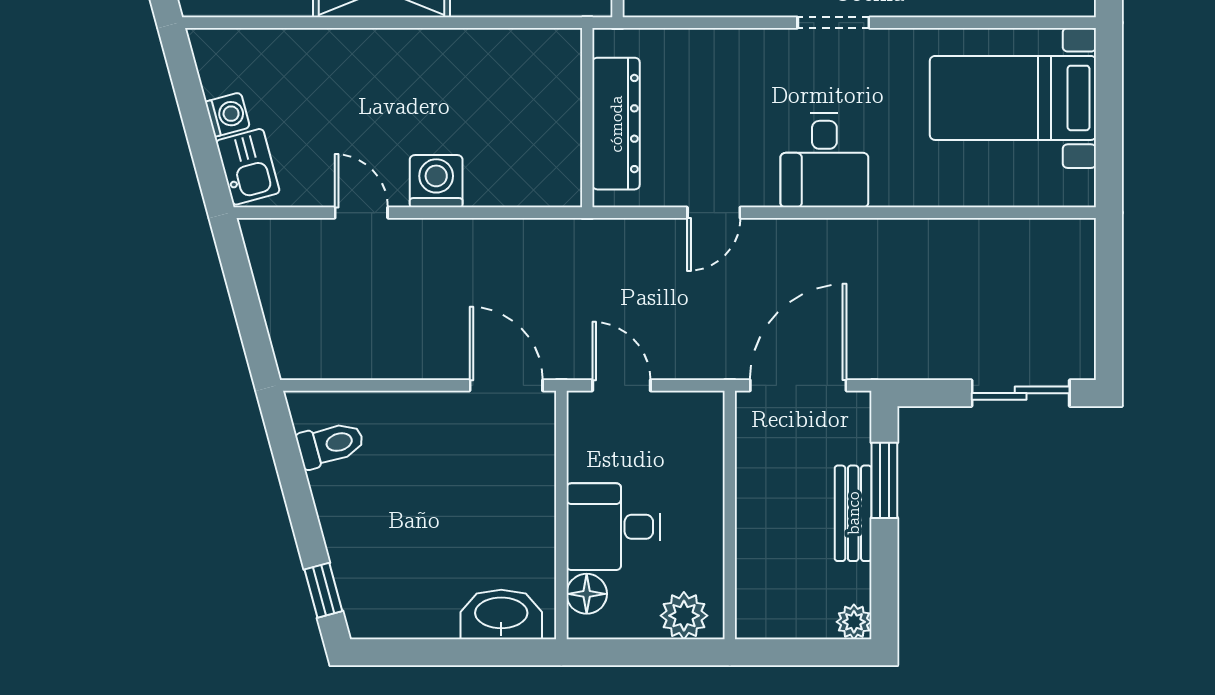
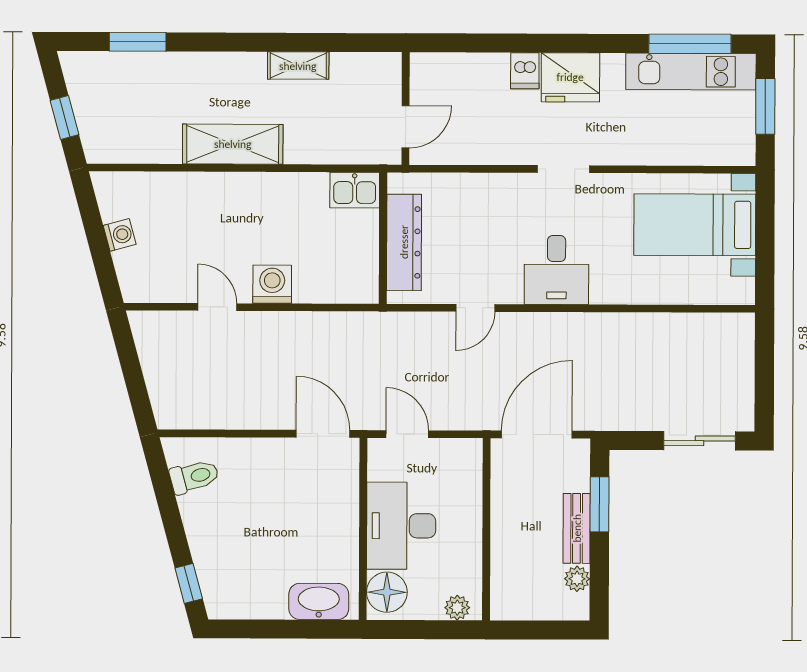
kitchen sink: (248, 167) -> (355, 190), moved, turned 105
desk: (613, 527) -> (401, 526), width x1.37
floor lamp: (587, 594) -> (387, 592), width x1.38, depth x1.38
plant: (684, 616) -> (457, 608), width x0.73, depth x0.73
plant: (854, 622) -> (577, 579), moved

